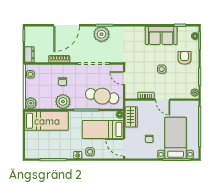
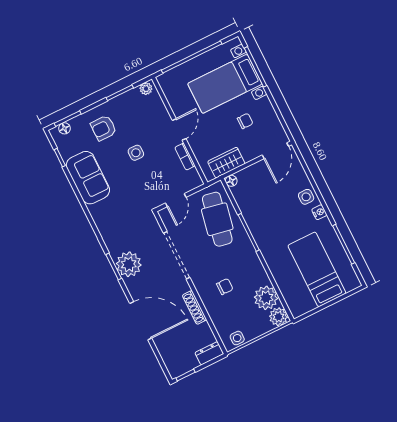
plant: (63, 101) -> (266, 298), moved
bed: (47, 121) -> (317, 269), moved
bed: (103, 129) -> (265, 194), removed

